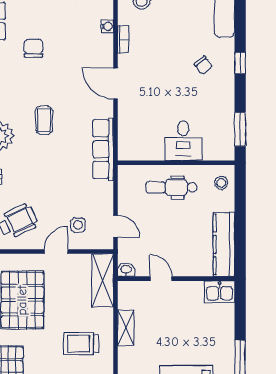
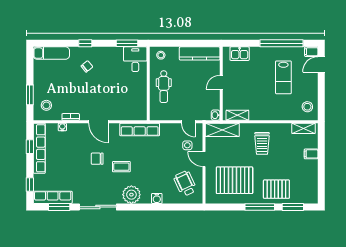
chair: (33, 48) -> (97, 159), moved
door: (116, 84) -> (98, 122), hinge flipped
desk: (183, 141) -> (135, 59), moved, turned -90
door: (116, 226) -> (188, 122), swing flipped
door: (161, 279) -> (221, 82), moved
kitchen sink: (220, 292) -> (240, 54), moved, turned 90
shelving: (126, 328) -> (237, 115), moved

